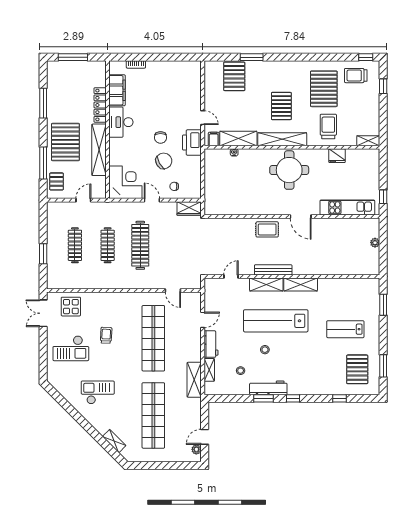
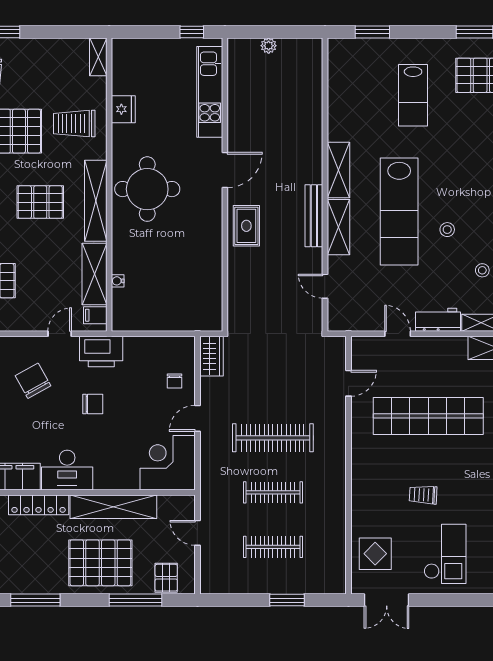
chair: (164, 161) -> (33, 381), moved
pallet: (57, 181) -> (166, 578), turned 90

